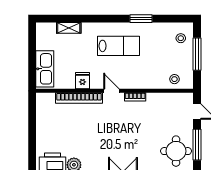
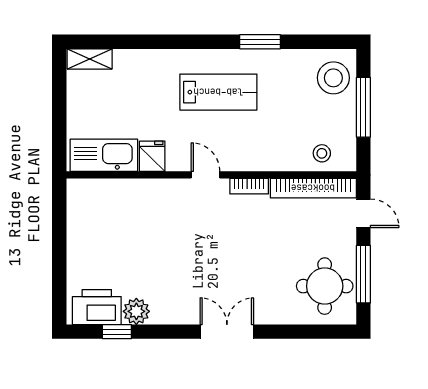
shelving: (69, 28) -> (90, 59), moved
stool: (181, 38) -> (333, 78), width x1.89, depth x1.89
kitchen sink: (45, 69) -> (104, 155), moved, turned -90
bookcase: (79, 98) -> (313, 188), moved

